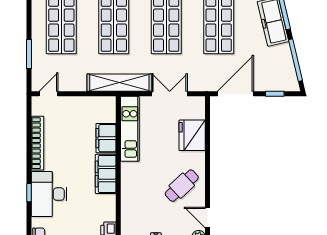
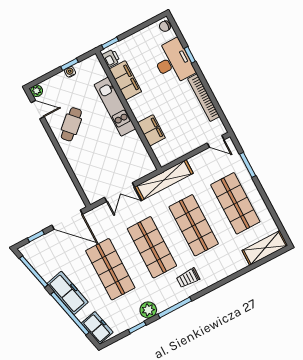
door: (48, 94) -> (216, 141), hinge flipped
door: (235, 94) -> (67, 220), hinge flipped
kitchen unit: (130, 129) -> (115, 107), moved
fridge: (192, 135) -> (84, 169), removed
filing cabinet: (106, 174) -> (125, 80), moved

